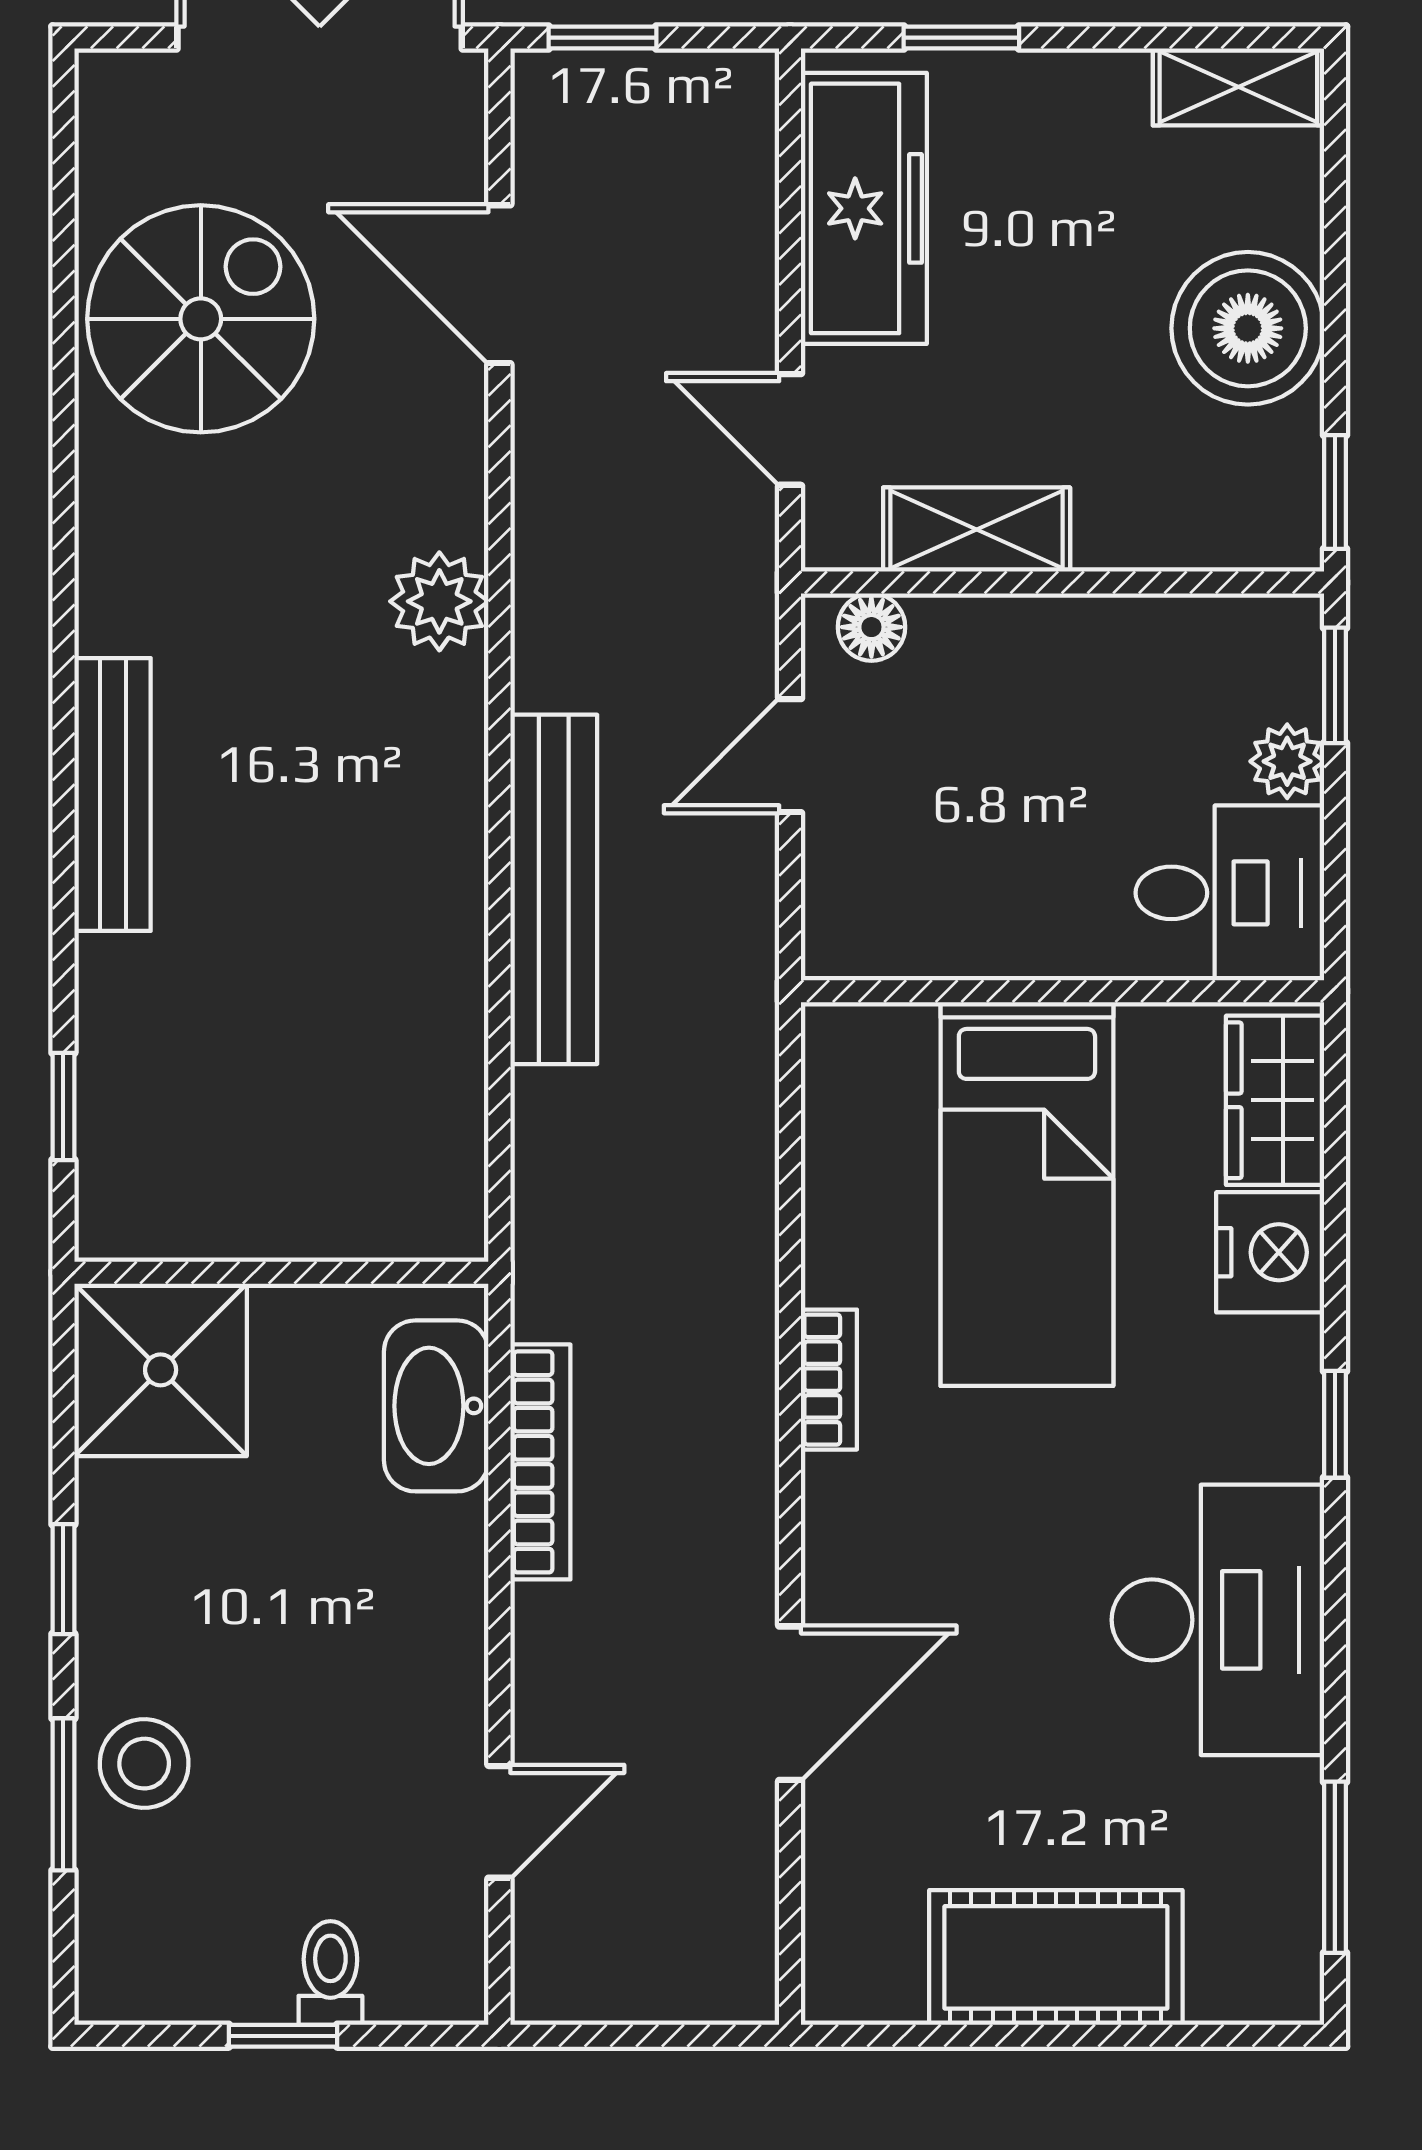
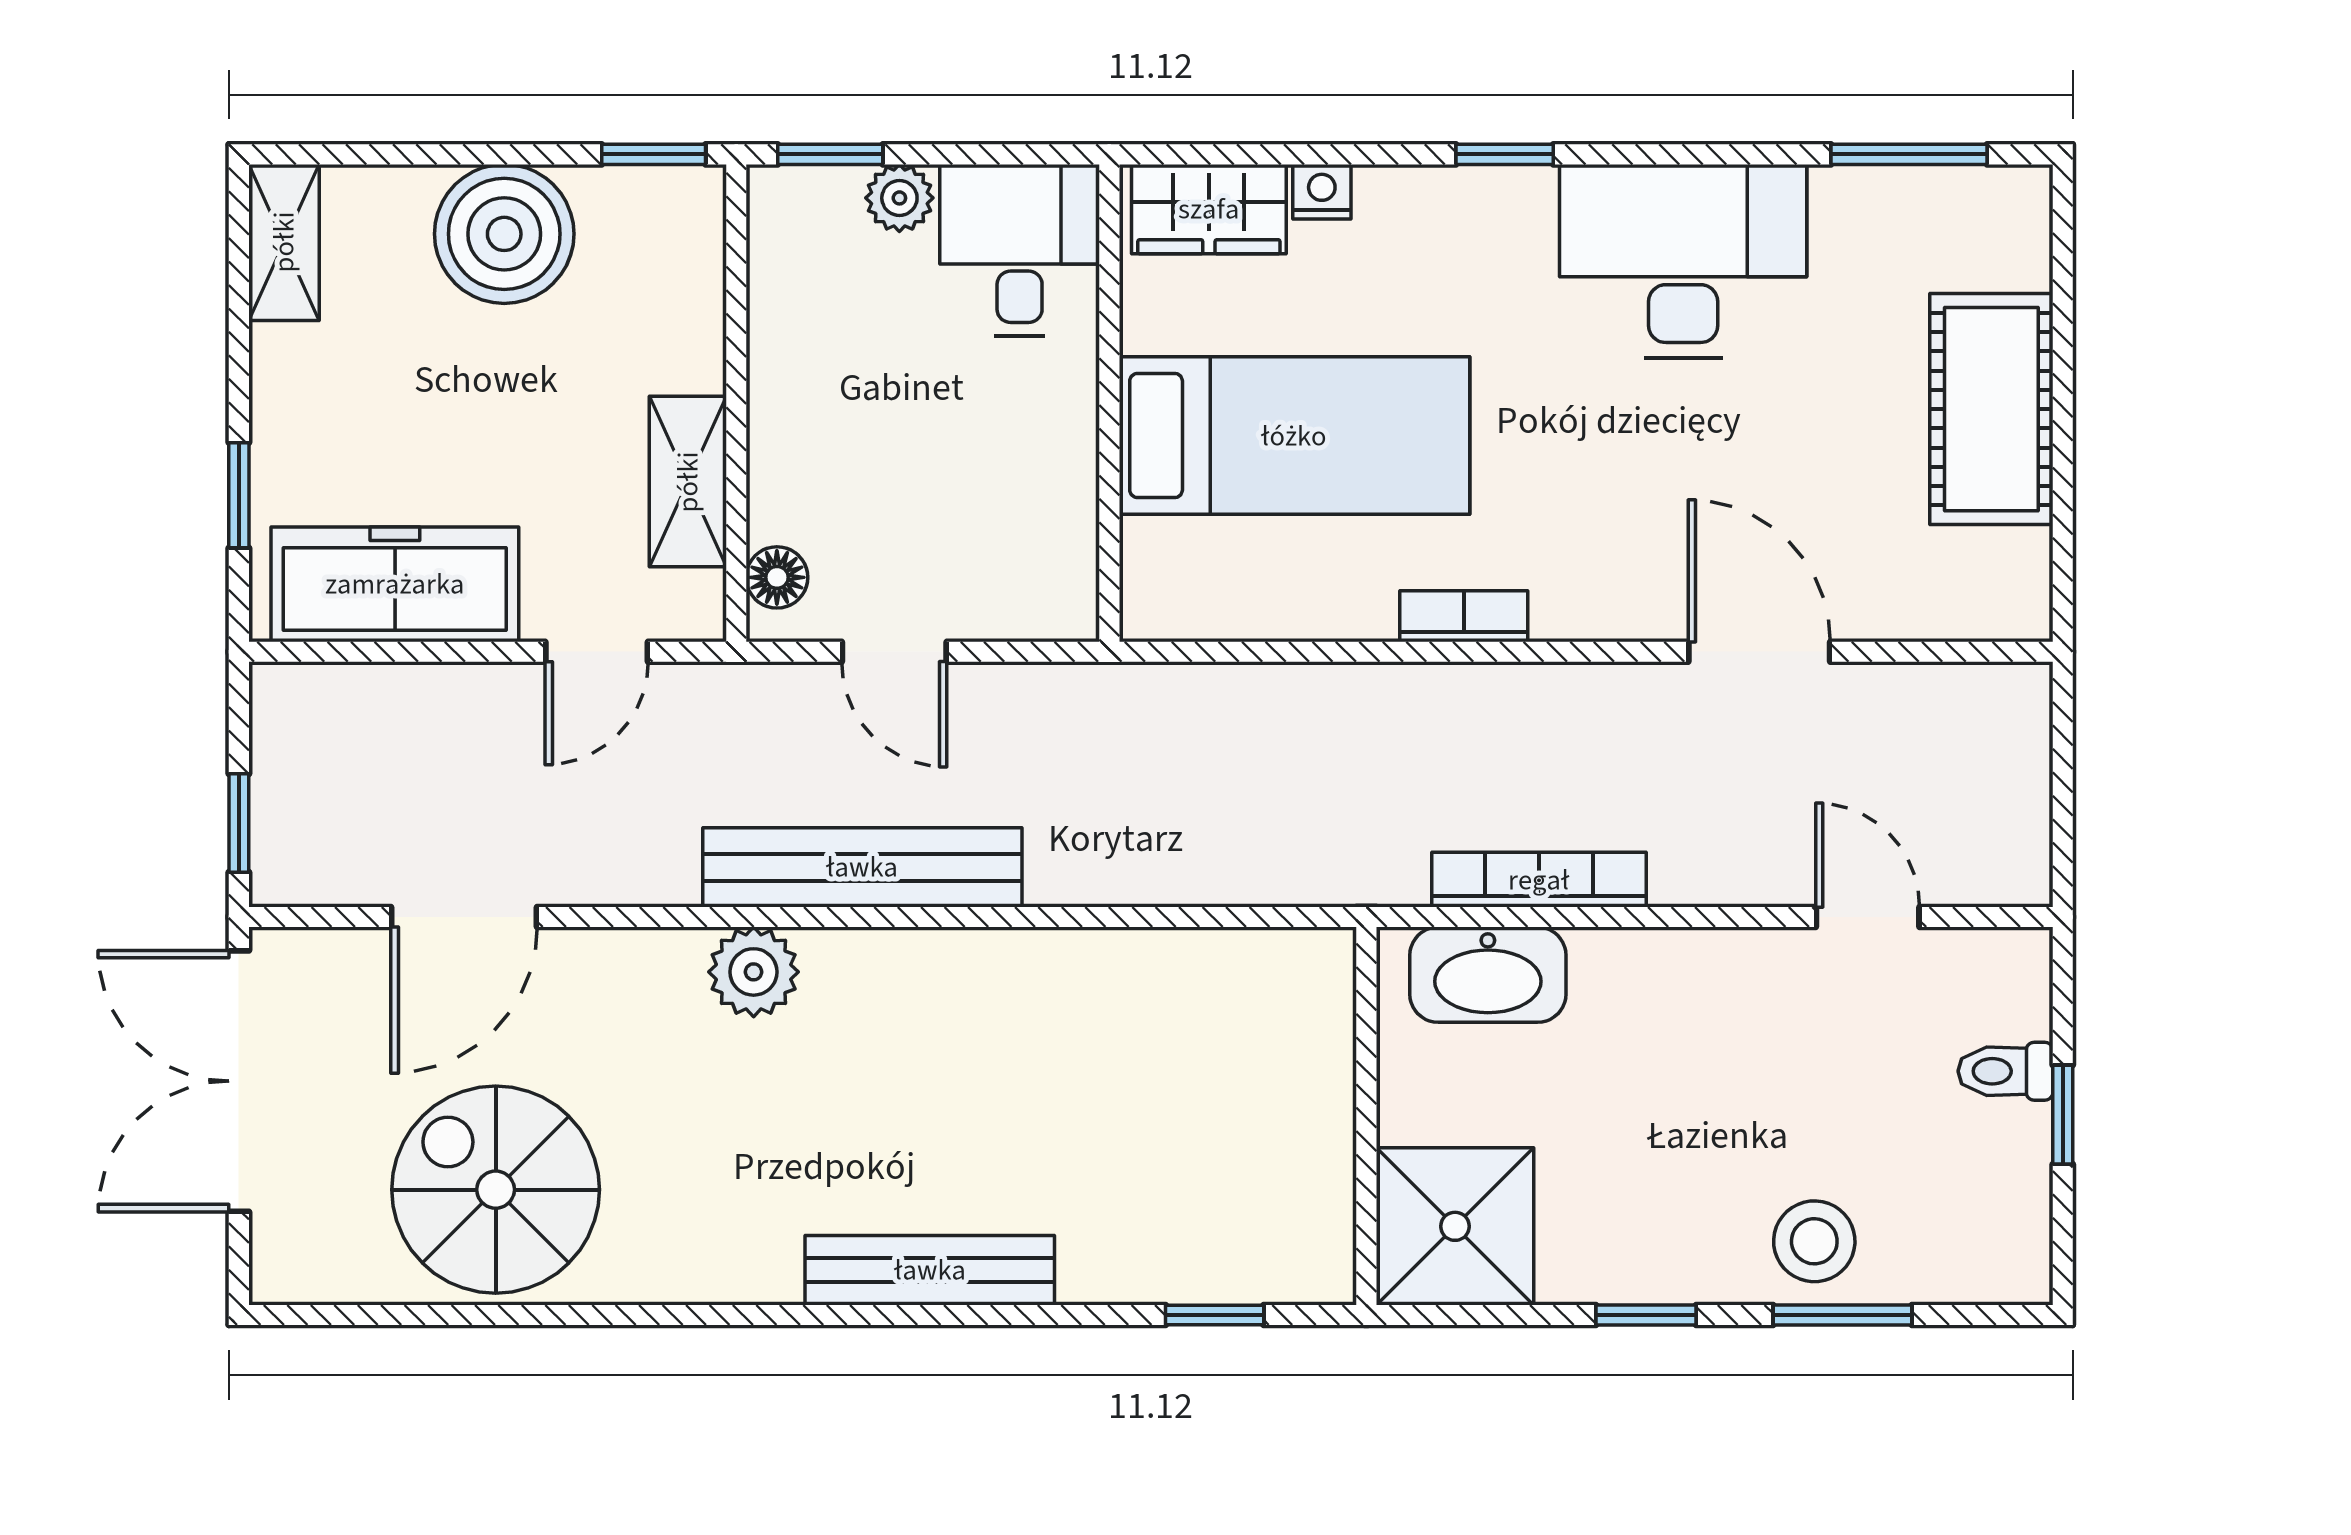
bench: (554, 889) -> (862, 867), moved
nightstand: (1270, 1252) -> (1322, 192), width x0.53, depth x0.56

